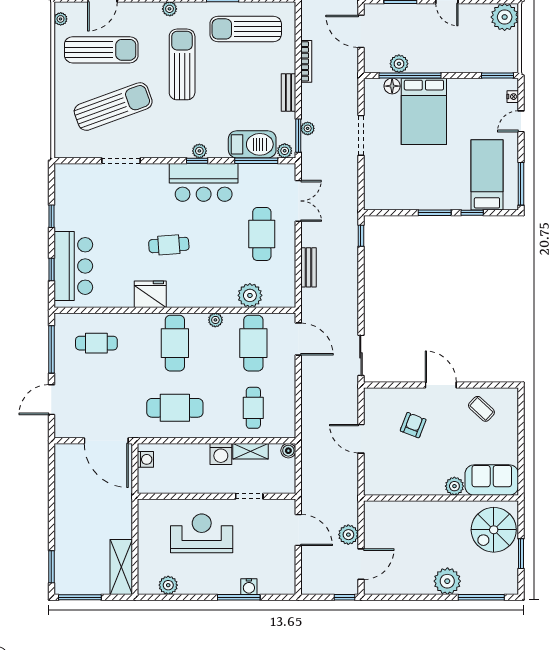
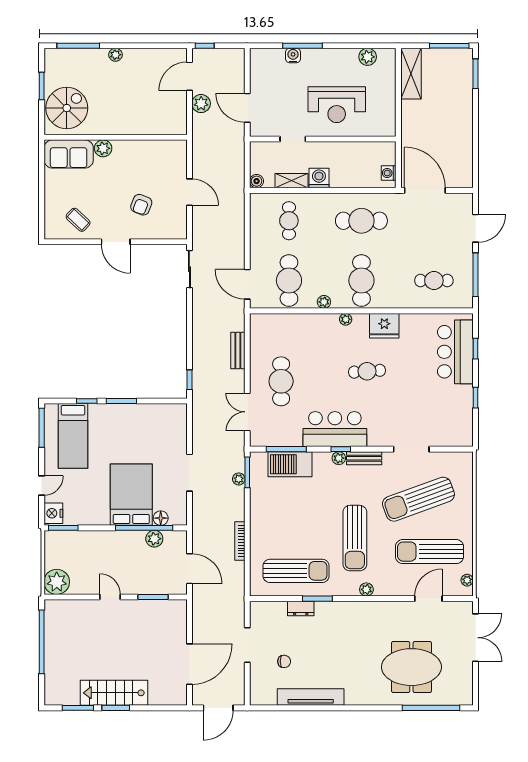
bench: (289, 92) -> (364, 458), moved, turned 90
nightstand: (513, 97) -> (53, 513), width x1.89, depth x1.79
plant: (285, 151) -> (260, 458), removed
plant: (250, 295) -> (346, 319), moved, width x0.53, depth x0.53
plant: (447, 581) -> (115, 55), width x0.53, depth x0.53

